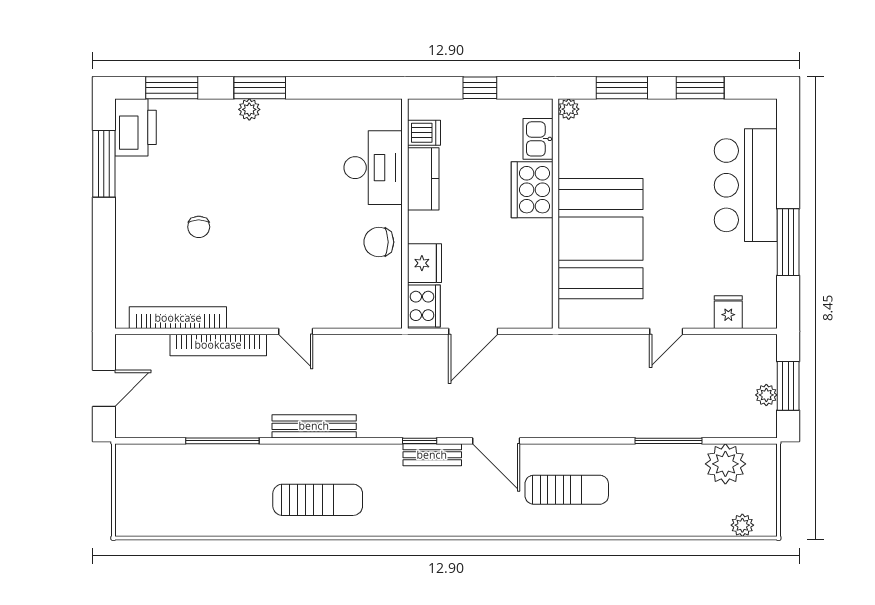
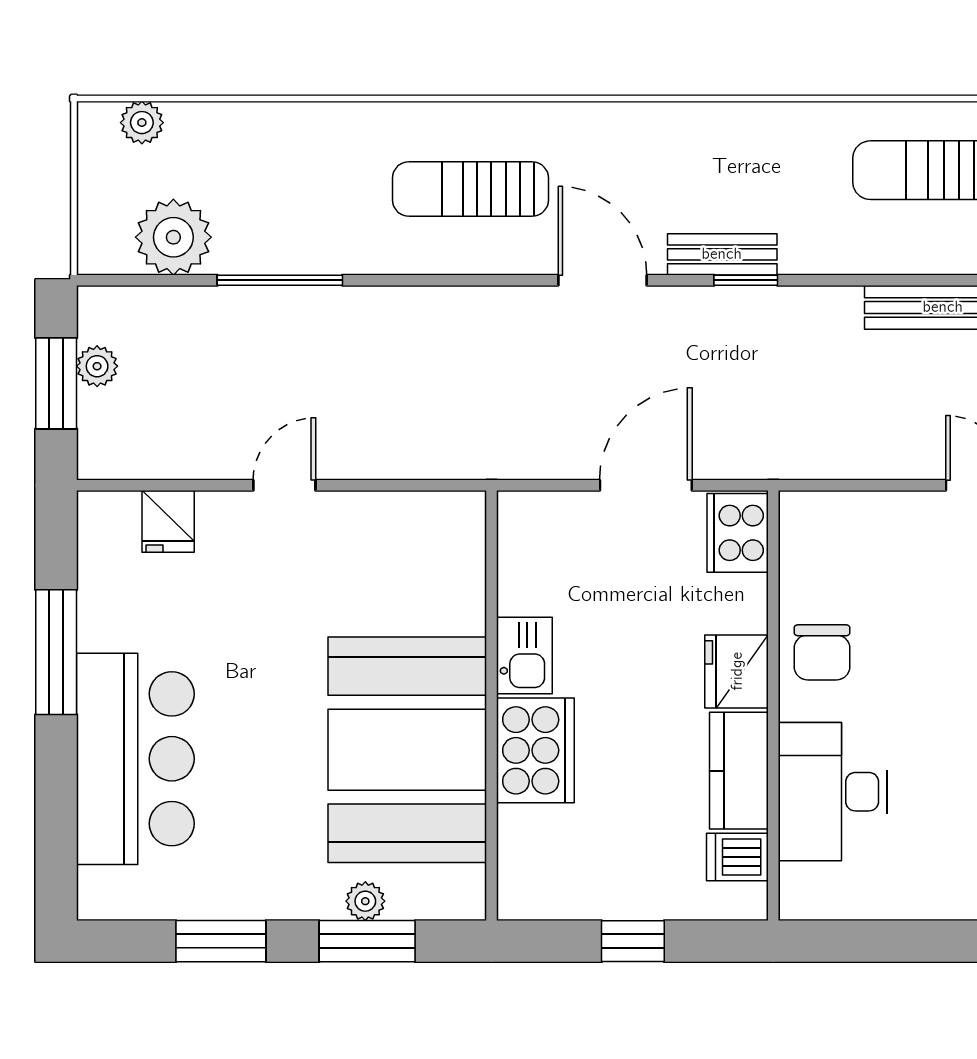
plant: (569, 109) -> (365, 901), moved
kitchen sink: (538, 139) -> (524, 655), moved
booth: (601, 239) -> (407, 750), moved
chair: (379, 242) -> (822, 652), turned 90
fridge: (425, 263) -> (737, 671), moved

